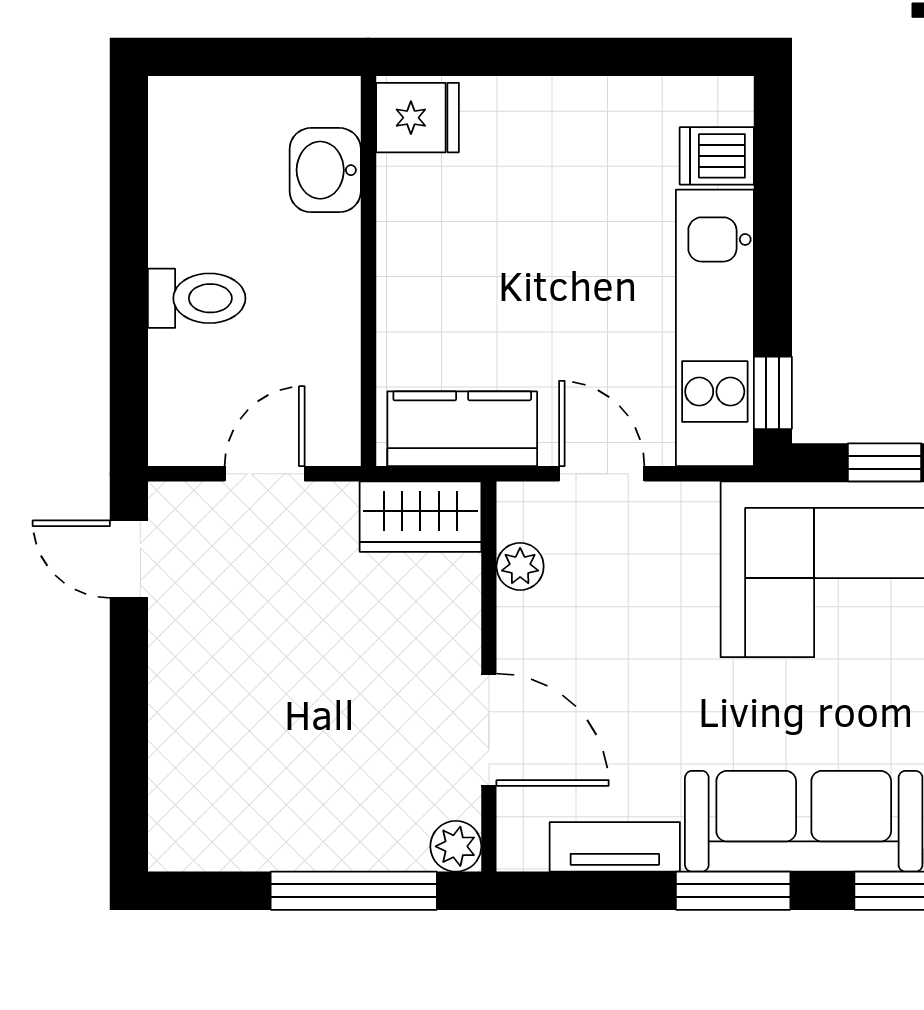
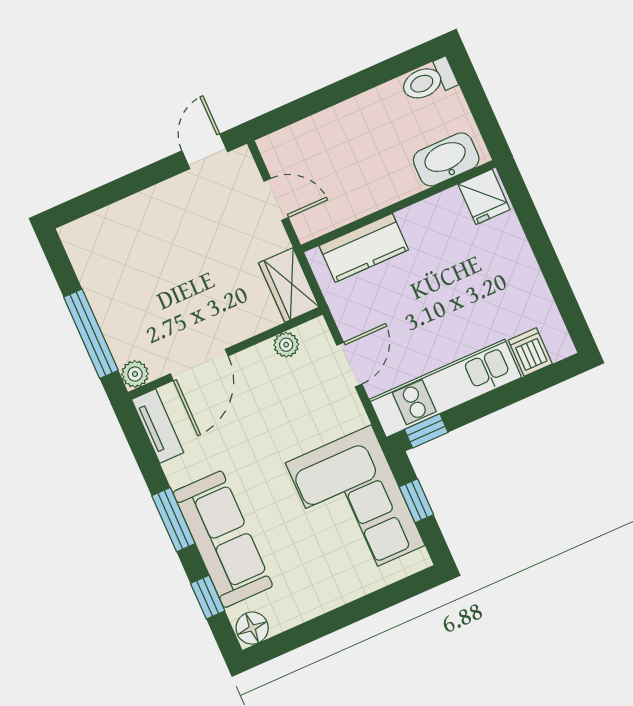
washbasin: (325, 170) -> (446, 159), width x1.38
toilet: (197, 298) -> (428, 81), moved, turned 90
kitchen counter: (462, 429) -> (364, 248), moved, turned 90
tv unit: (615, 847) -> (158, 426), moved

